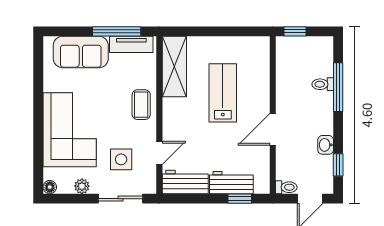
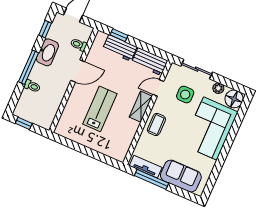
window: (295, 31) -> (24, 123), moved
shelving: (174, 66) -> (141, 107), moved, width x0.67, depth x0.75
window: (338, 87) -> (29, 67), moved
lab bench: (223, 93) -> (100, 109), turned 180
washbasin: (326, 145) -> (47, 52), width x1.91, depth x1.45
floor lamp: (50, 187) -> (234, 99), width x1.89, depth x1.89
toilet: (286, 187) -> (79, 45), moved

